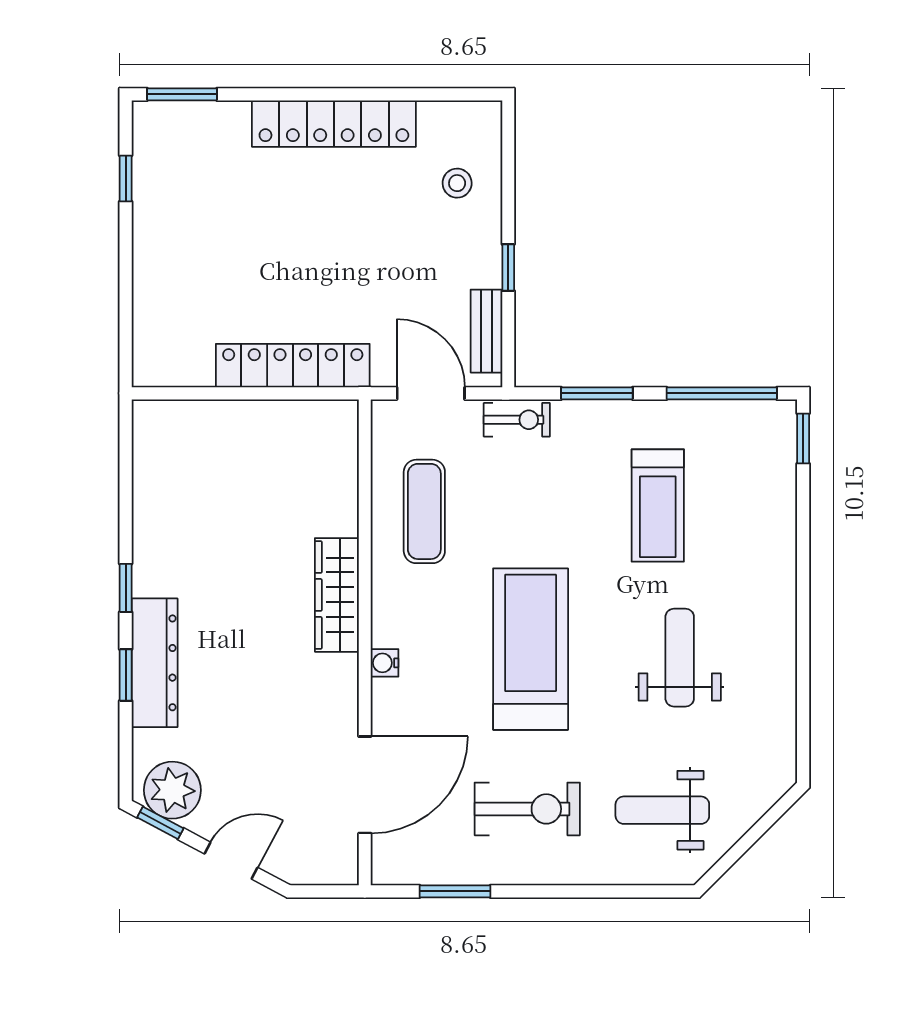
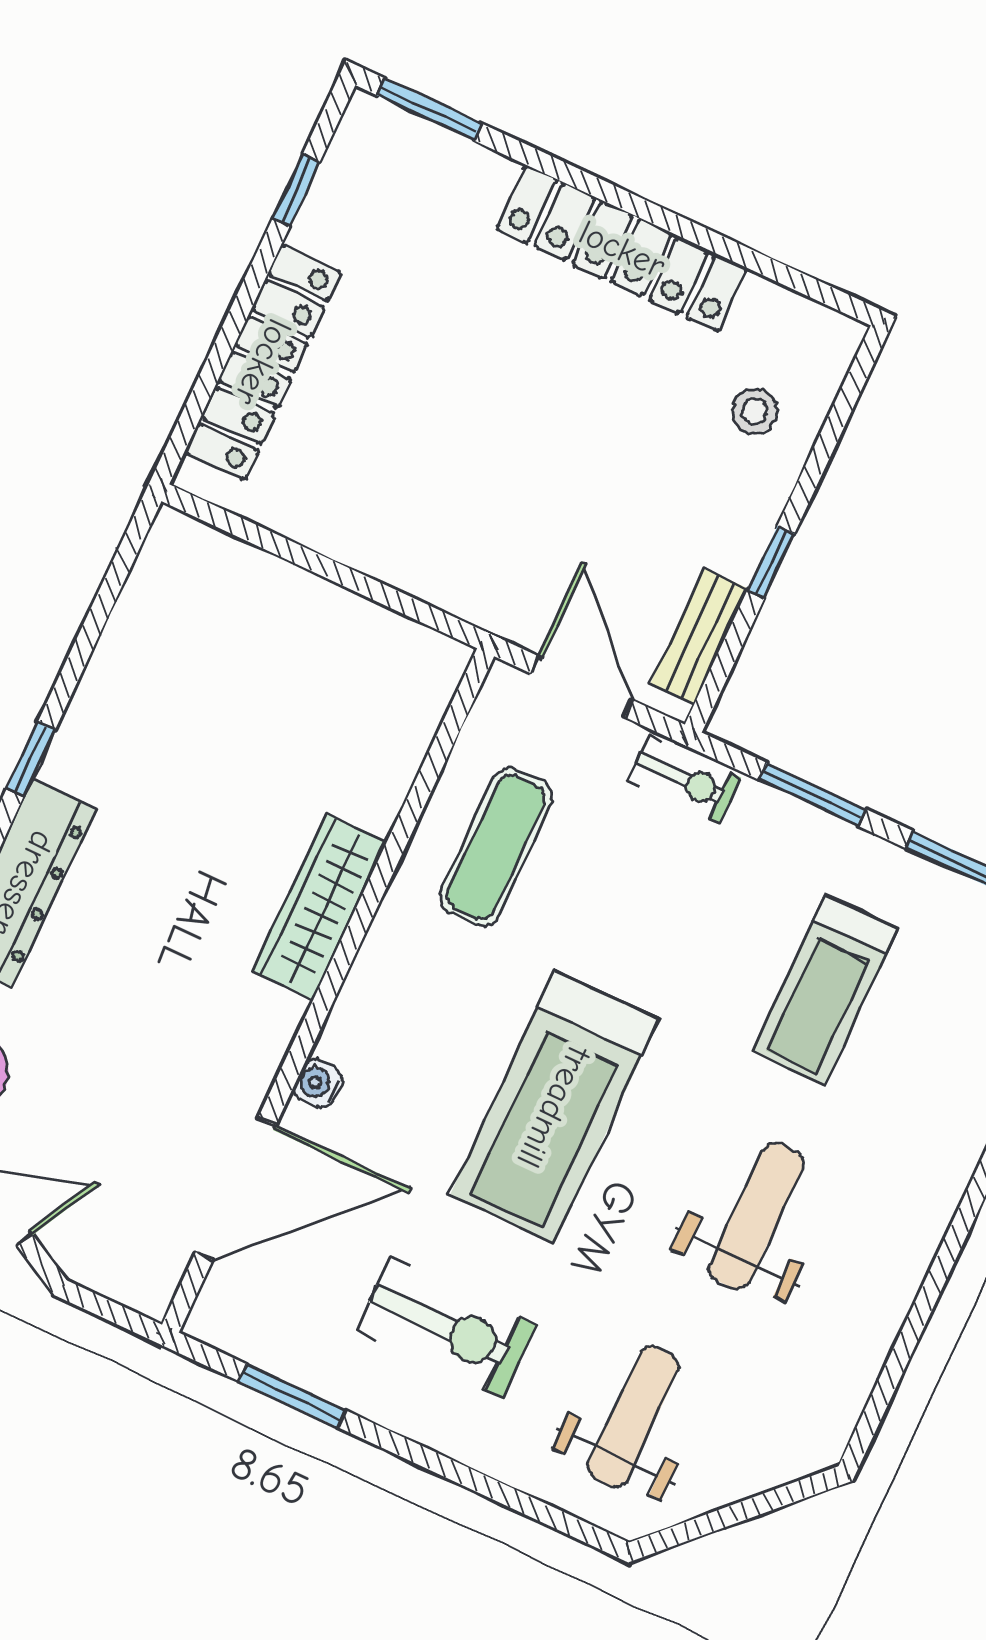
locker: (293, 366) -> (263, 362), moved, turned 90
treadmill: (531, 649) -> (554, 1107), turned 180
water cooler: (385, 663) -> (318, 1084), moved
weight bench: (662, 810) -> (633, 1417), turned 90

